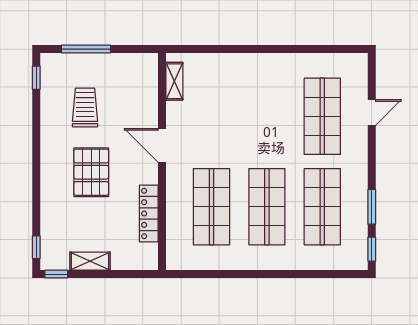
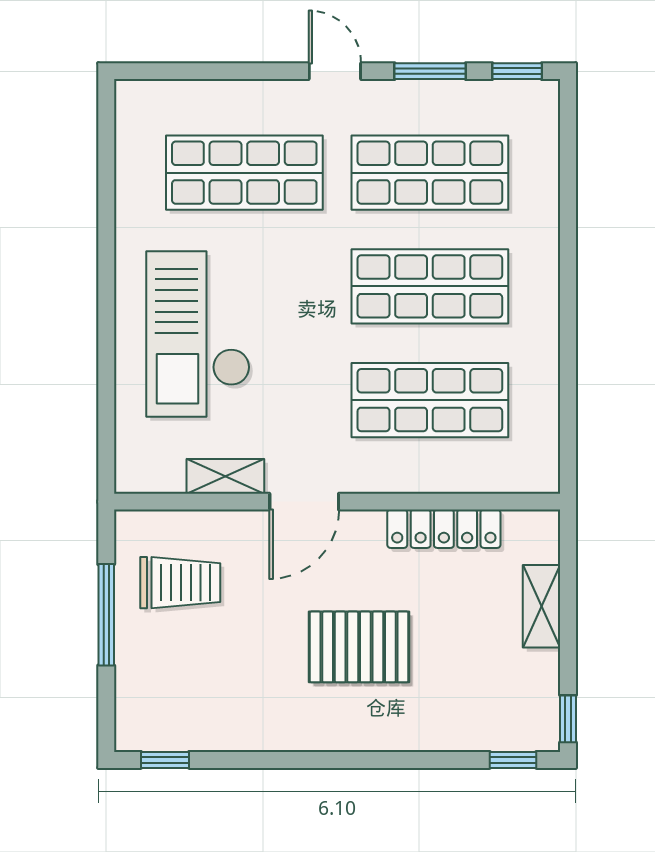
window: (86, 49) -> (106, 615), moved
shelving: (174, 81) -> (225, 476), moved
checkout: (244, 94) -> (198, 334), added
trolley: (85, 107) -> (180, 583), moved, turned 180
door: (372, 112) -> (335, 71), moved
shelving: (90, 261) -> (542, 606), moved

